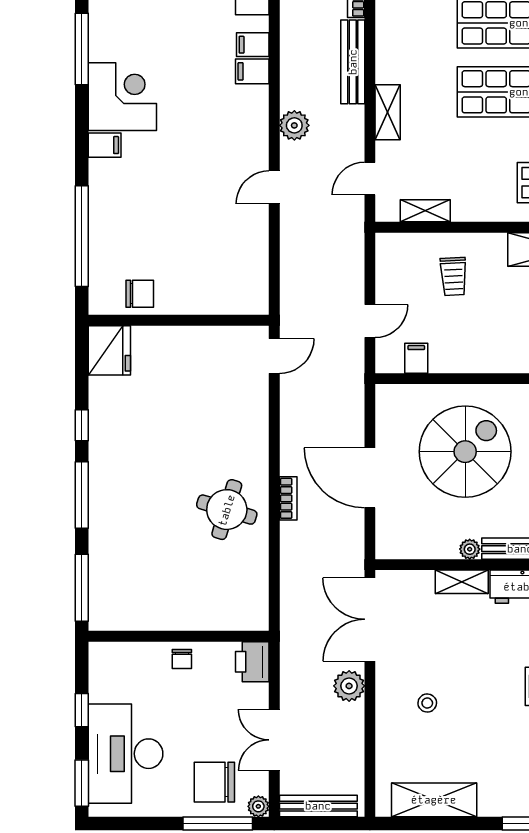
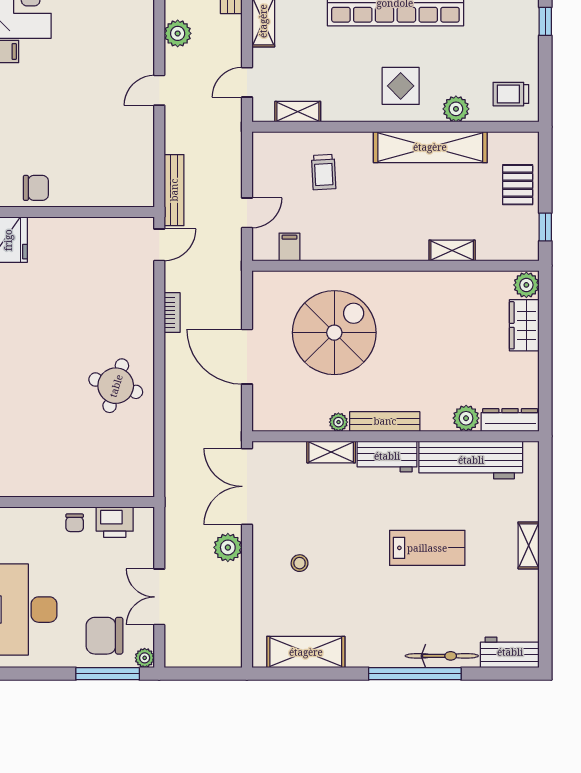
bookcase: (288, 498) -> (172, 313), moved
printer: (252, 662) -> (115, 522), moved, turned -90
bench: (318, 806) -> (174, 190), moved, turned 90

